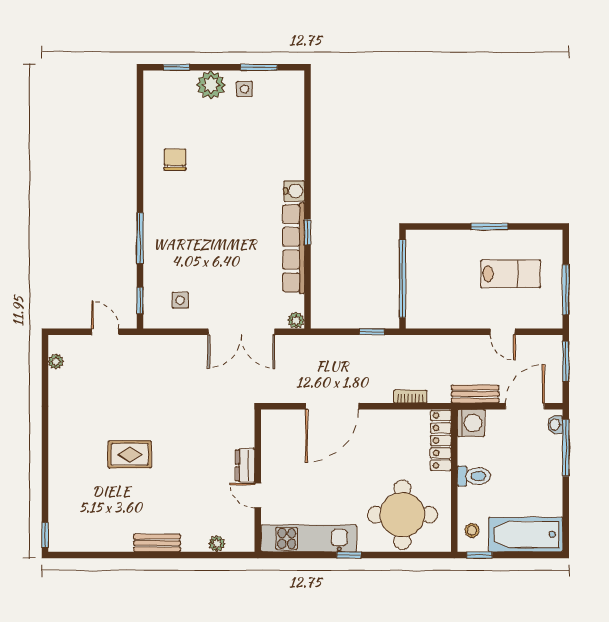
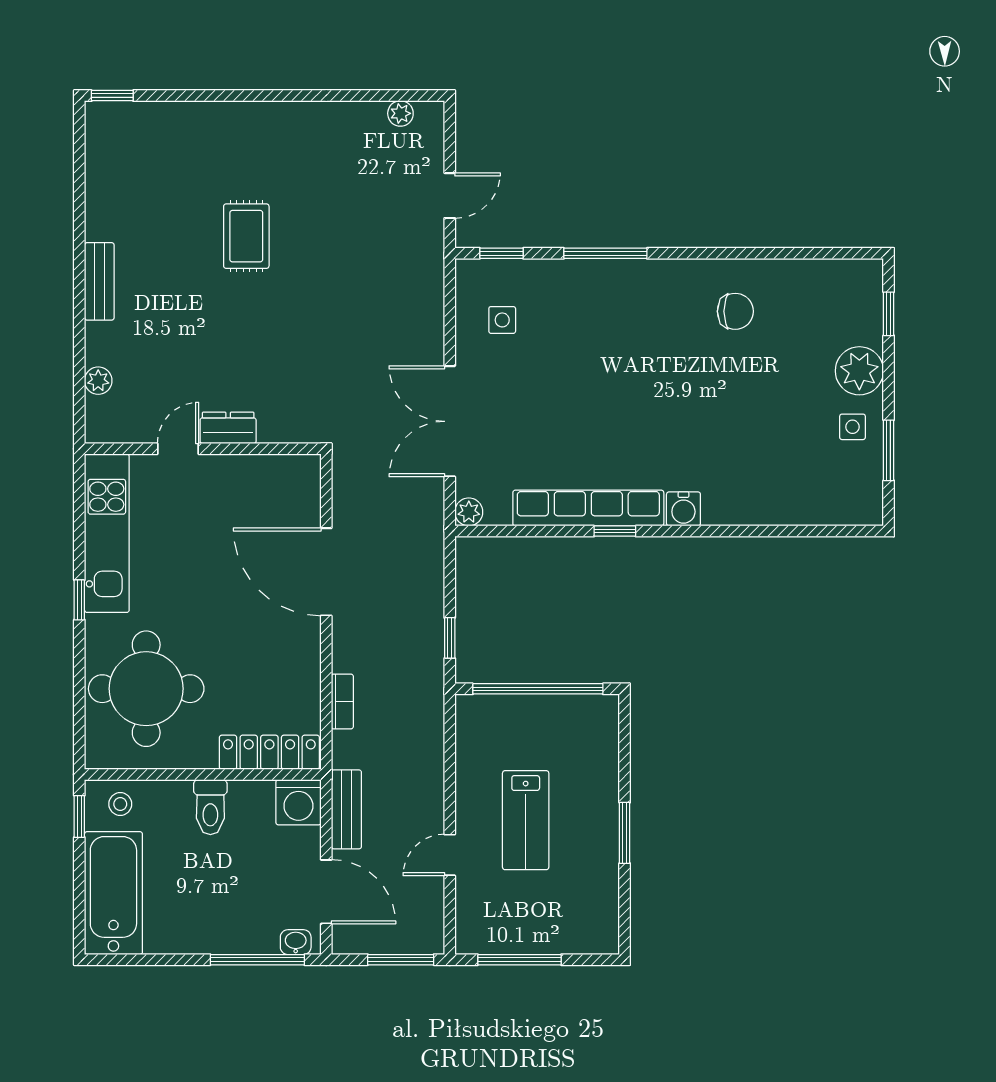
lab bench: (511, 274) -> (526, 820), moved

